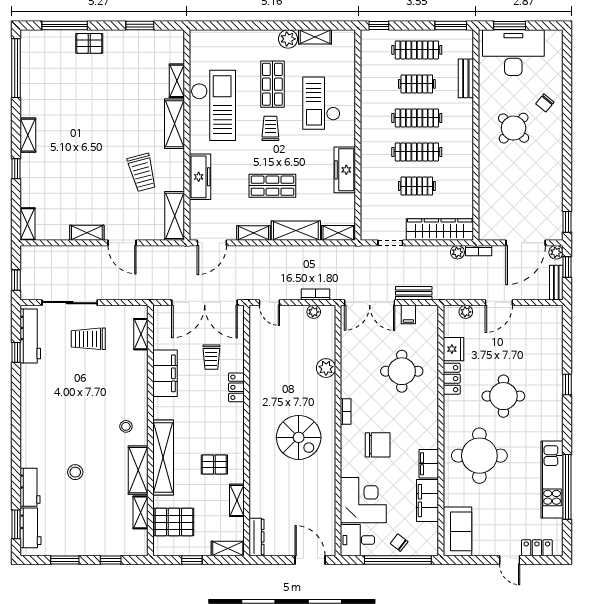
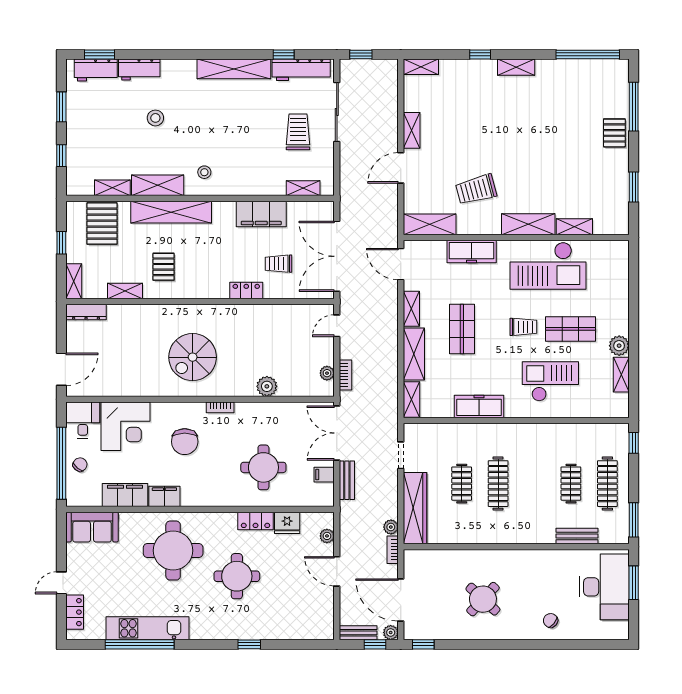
clothes rail: (417, 118) -> (535, 484), removed
round table: (514, 128) -> (483, 599), moved
shelving: (29, 399) -> (234, 69), added

